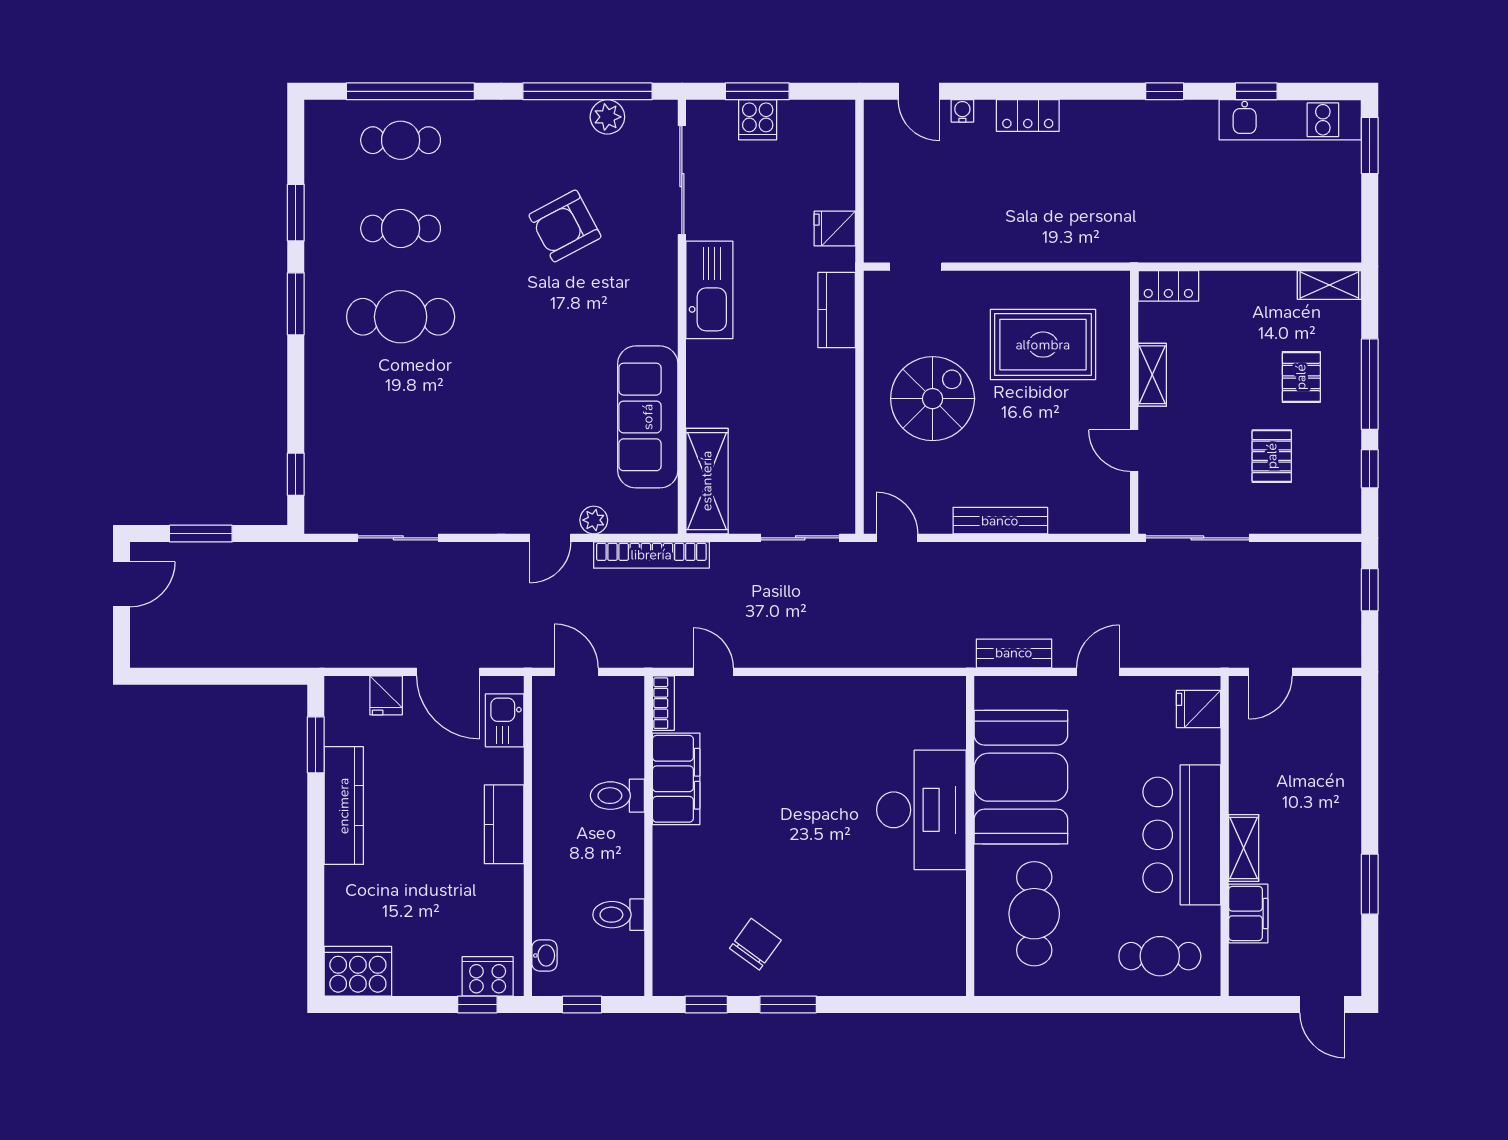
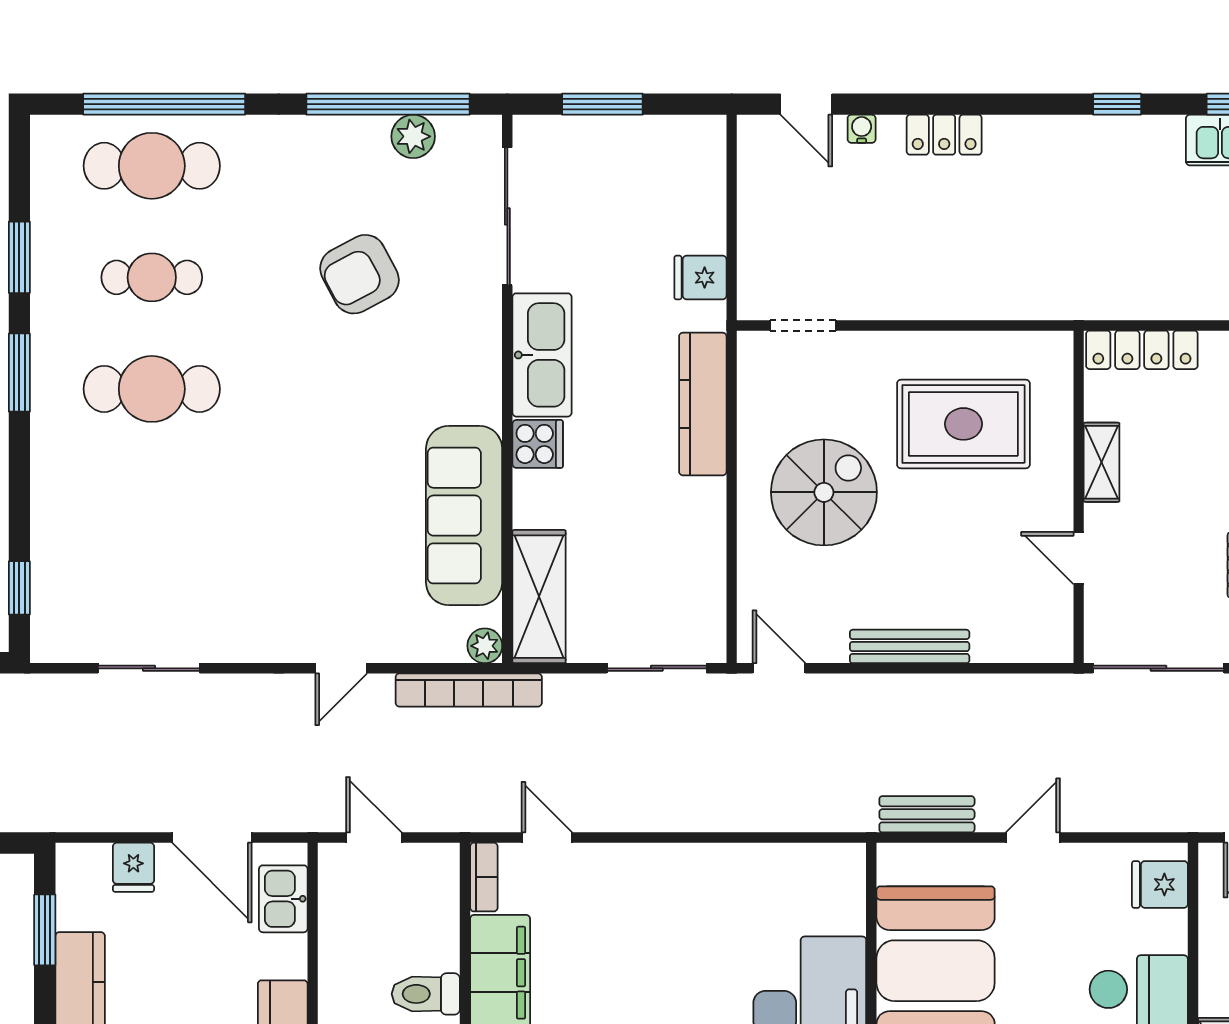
cooker: (758, 120) -> (538, 444), moved, turned -90
cafe table: (401, 140) -> (152, 166), width x1.37, depth x1.35
locker: (1168, 286) -> (1142, 350), width x1.53
kitchen counter: (837, 310) -> (703, 404), width x1.50
plant: (594, 520) -> (485, 646), moved

